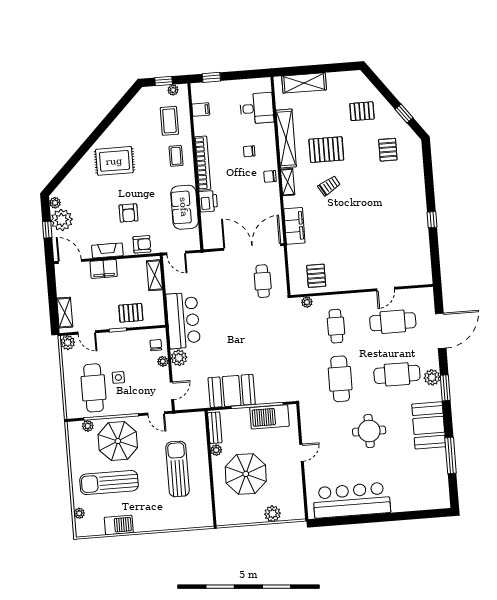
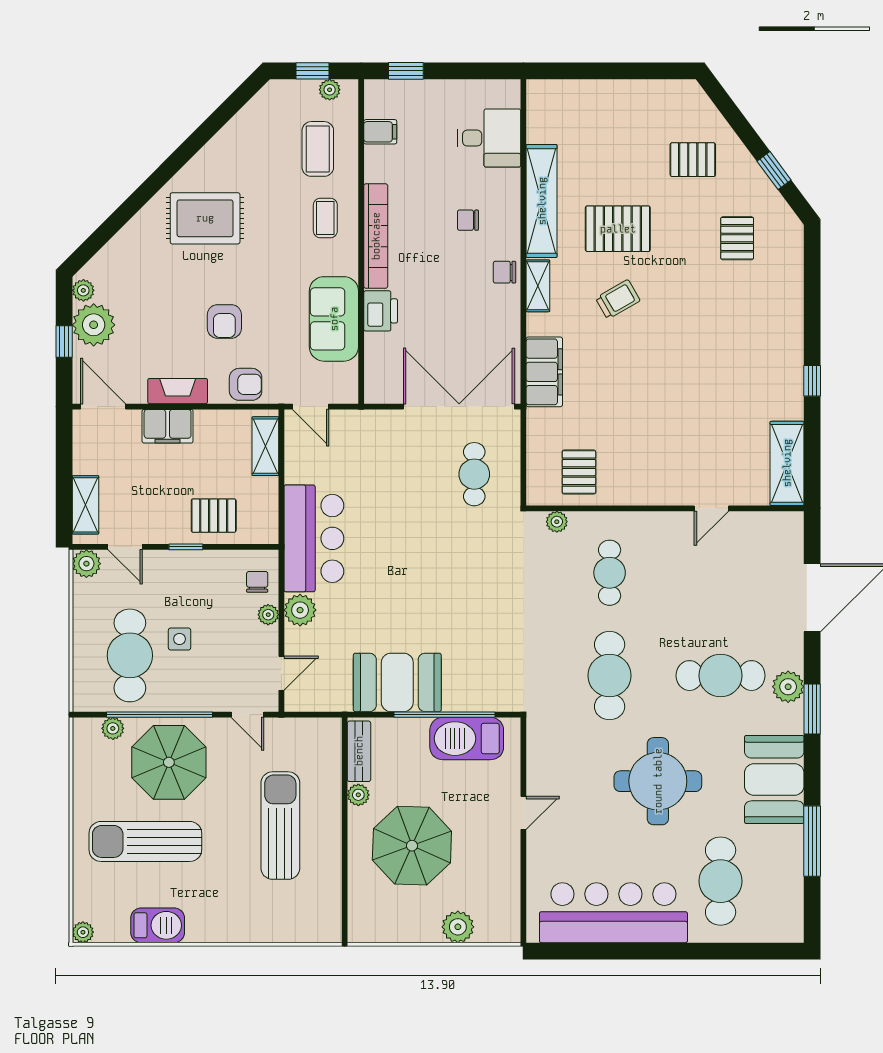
shelving: (304, 83) -> (787, 463), moved, turned 90
cafe table: (393, 322) -> (721, 881), moved, turned 90
round table: (369, 431) -> (658, 781), width x1.36, depth x1.36
plant: (79, 513) -> (83, 932), moved

